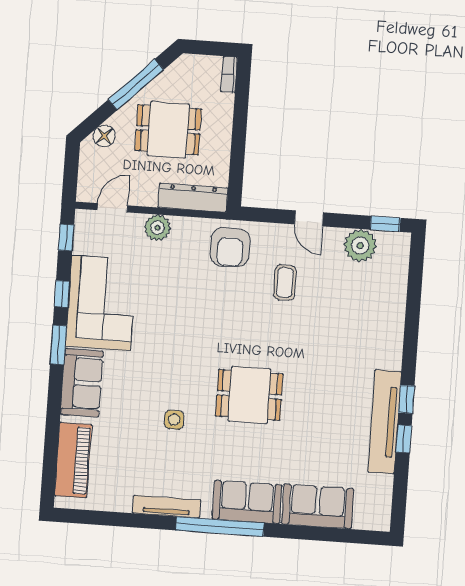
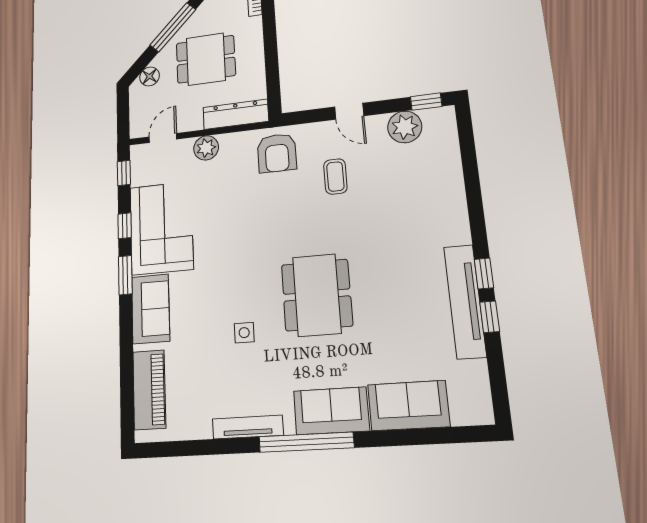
dining table: (249, 395) -> (317, 295), width x1.38

